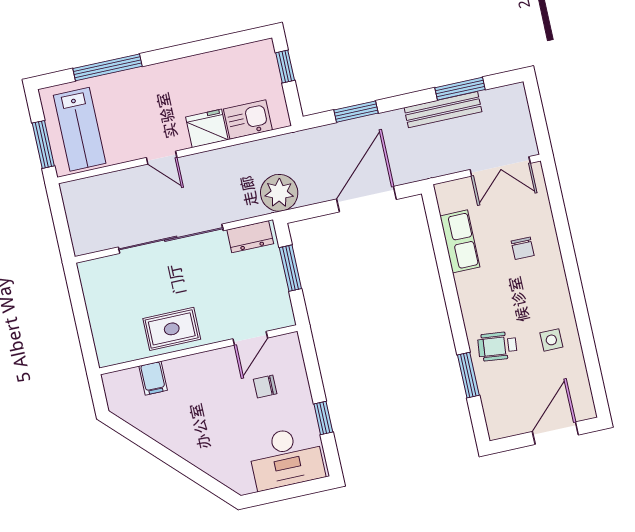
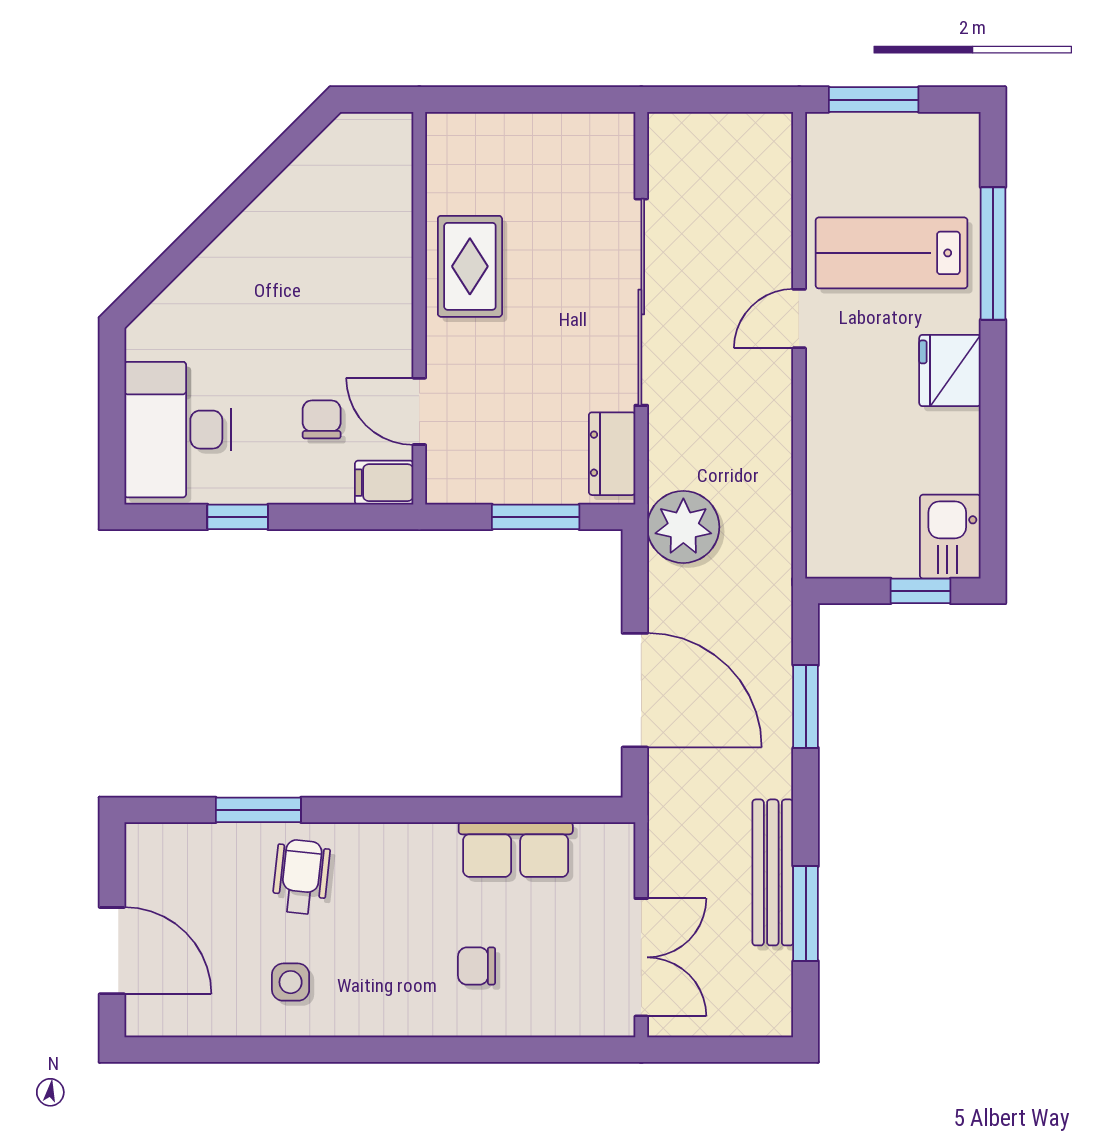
kitchen sink: (248, 120) -> (950, 537), moved, turned 180
fridge: (207, 128) -> (950, 370), moved, turned 180
lab bench: (80, 129) -> (892, 253), moved
double door: (500, 166) -> (641, 957), swing flipped
filing cabinet: (153, 378) -> (384, 483), moved

